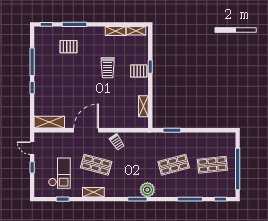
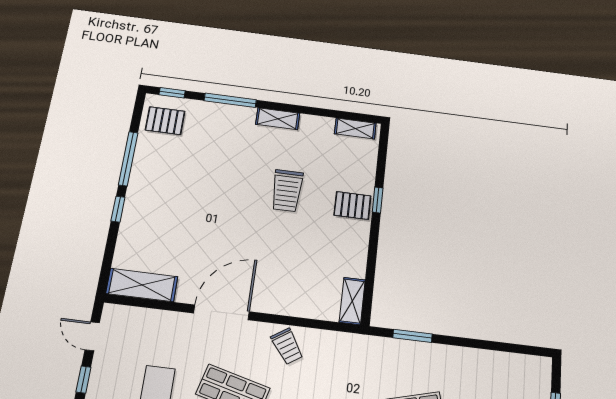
shelving: (116, 31) -> (278, 119), moved
pallet: (68, 47) -> (165, 121), moved
shelving: (143, 106) -> (352, 301), moved

